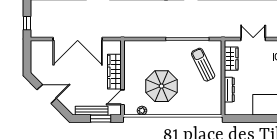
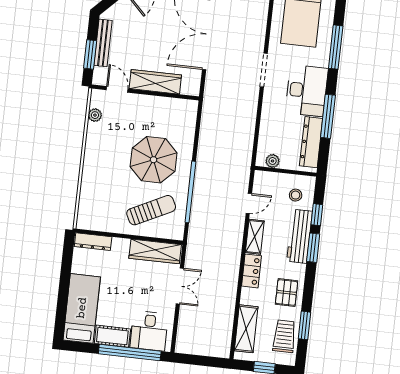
wardrobe: (231, 59) -> (155, 251), width x1.50
parasol: (161, 86) -> (154, 160), moved
dresser: (229, 90) -> (93, 242), moved

